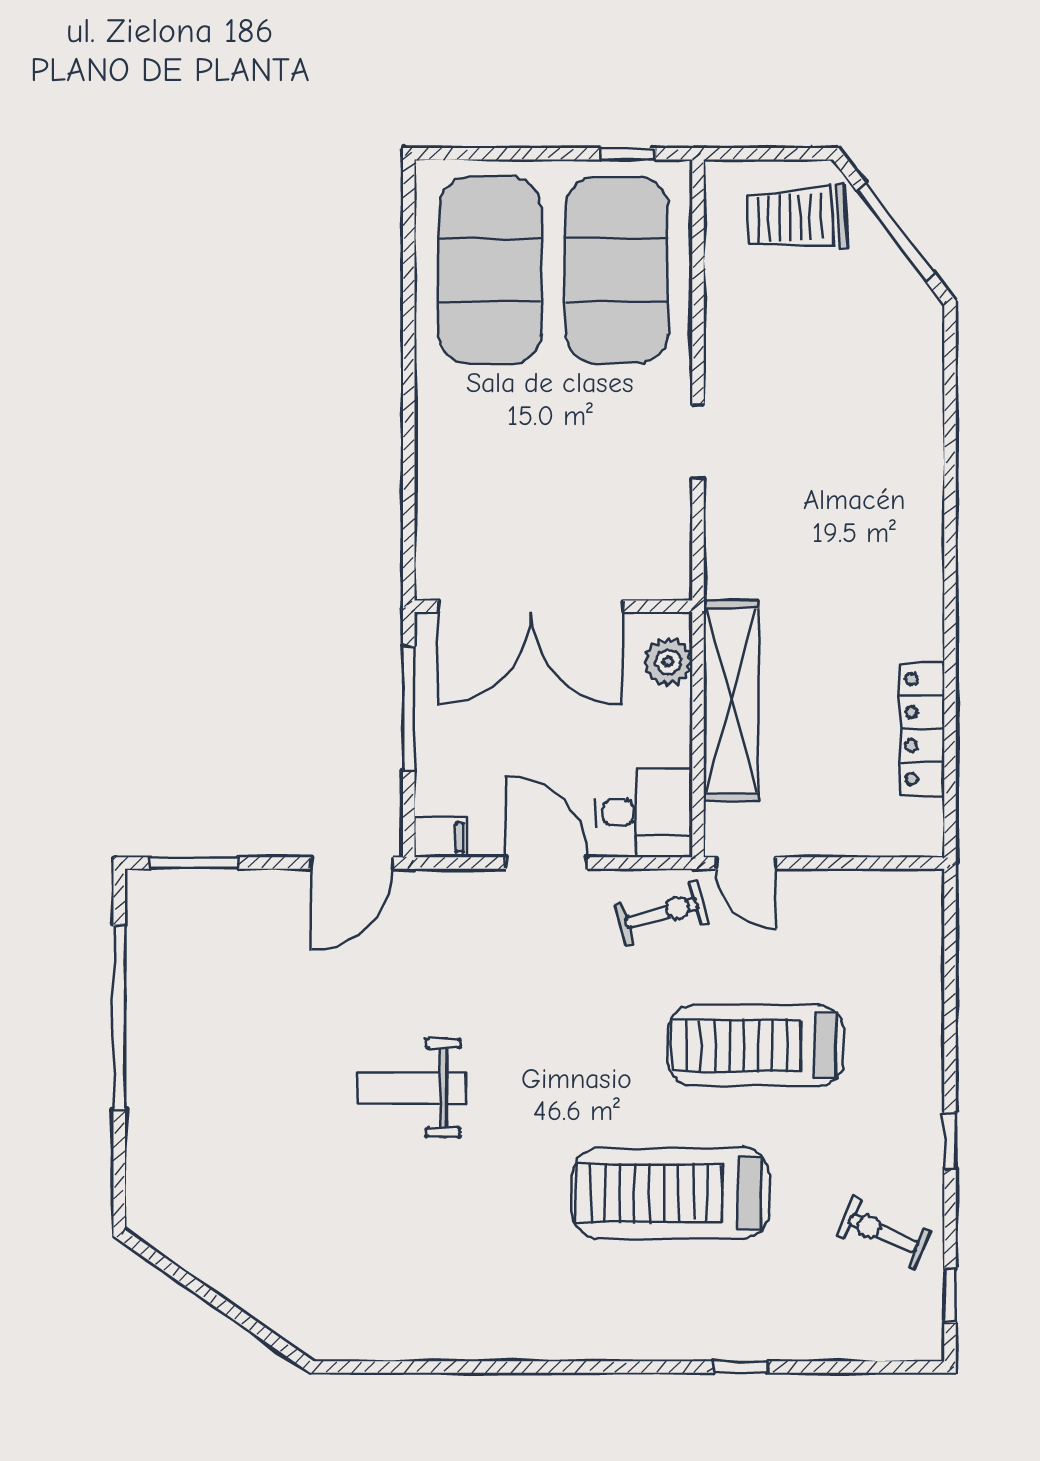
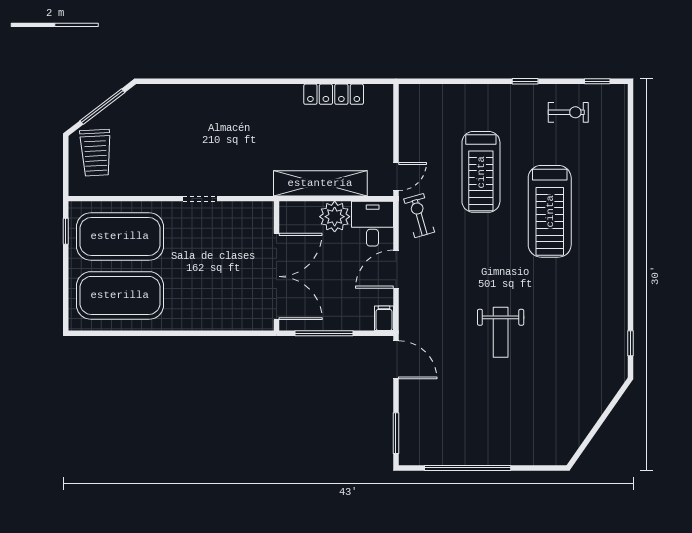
plant: (668, 662) -> (335, 217), moved, width x1.36, depth x1.36
exercise bike: (884, 1233) -> (568, 112), turned -114
window: (740, 1367) -> (631, 343), moved

